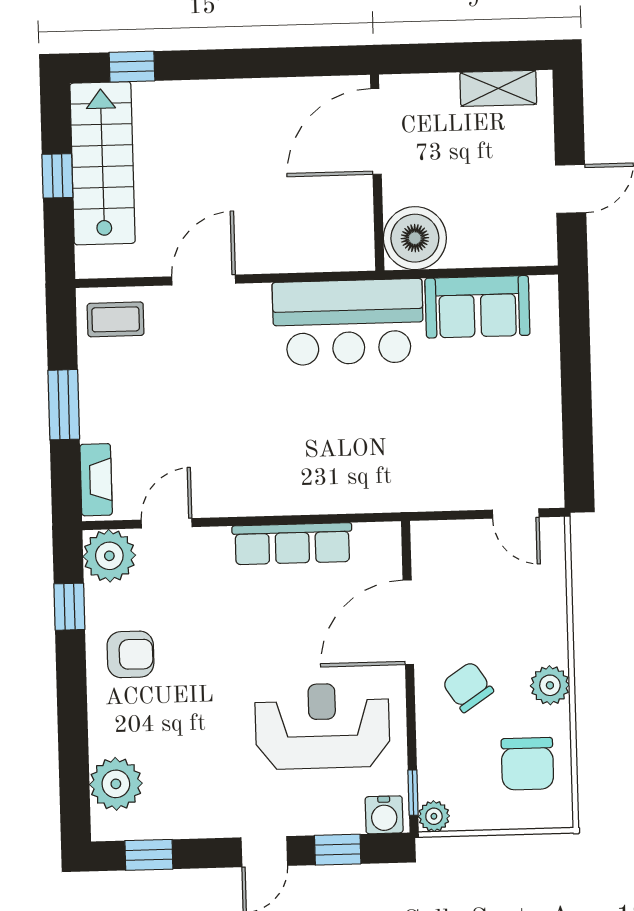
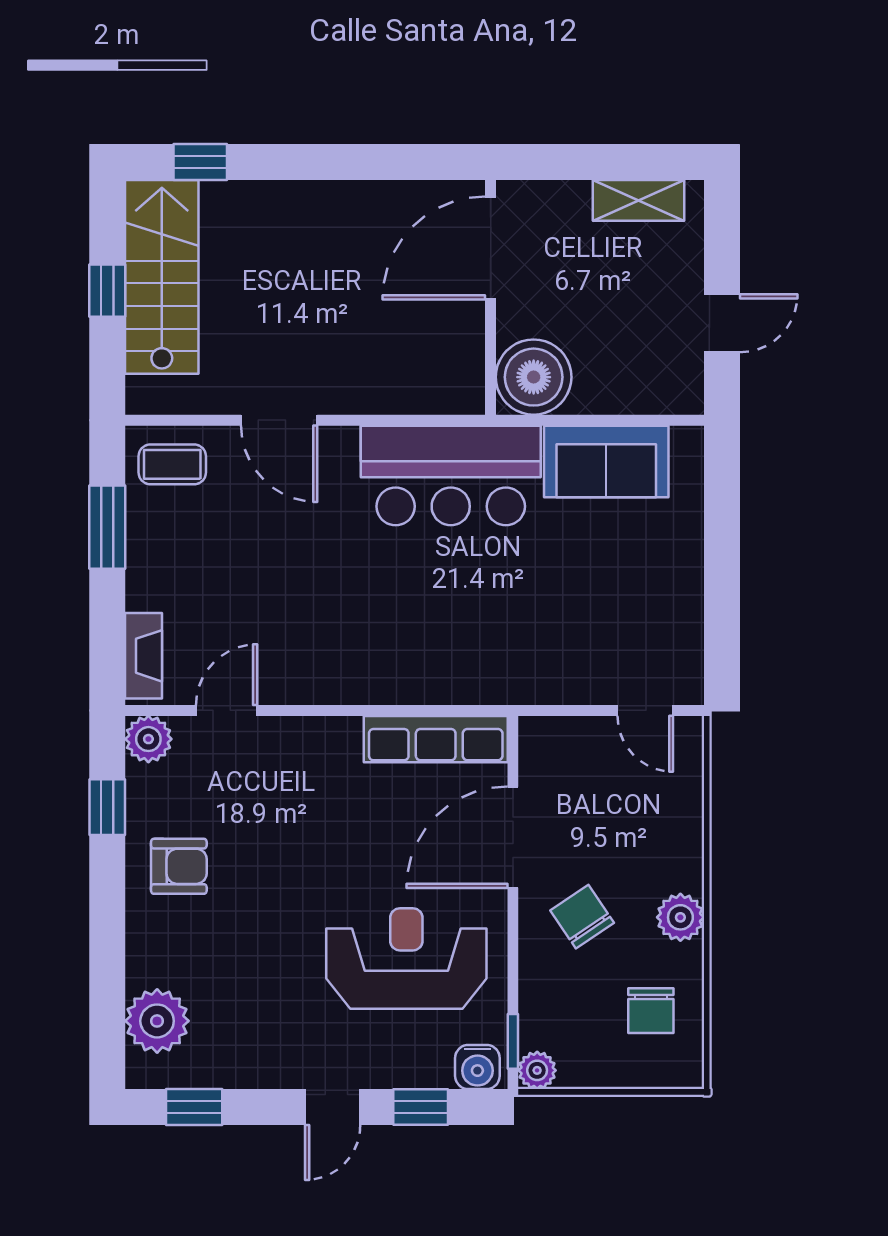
door: (204, 280) -> (279, 420), swing flipped
window: (64, 405) -> (107, 527), moved
row of seats: (292, 544) -> (436, 739), moved
plant: (109, 556) -> (148, 739), width x0.73, depth x0.73
chair: (527, 764) -> (651, 1011), width x0.73, depth x0.73

